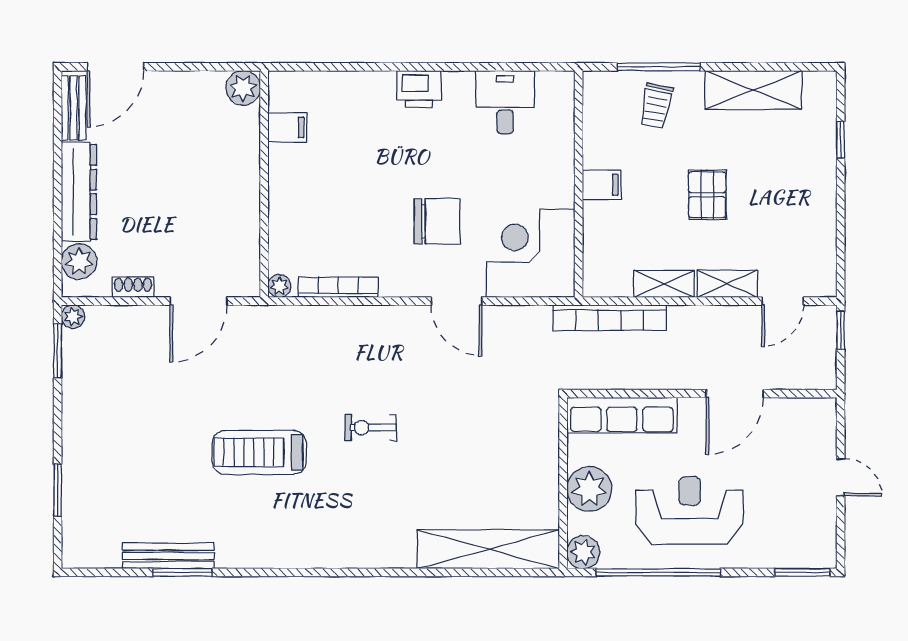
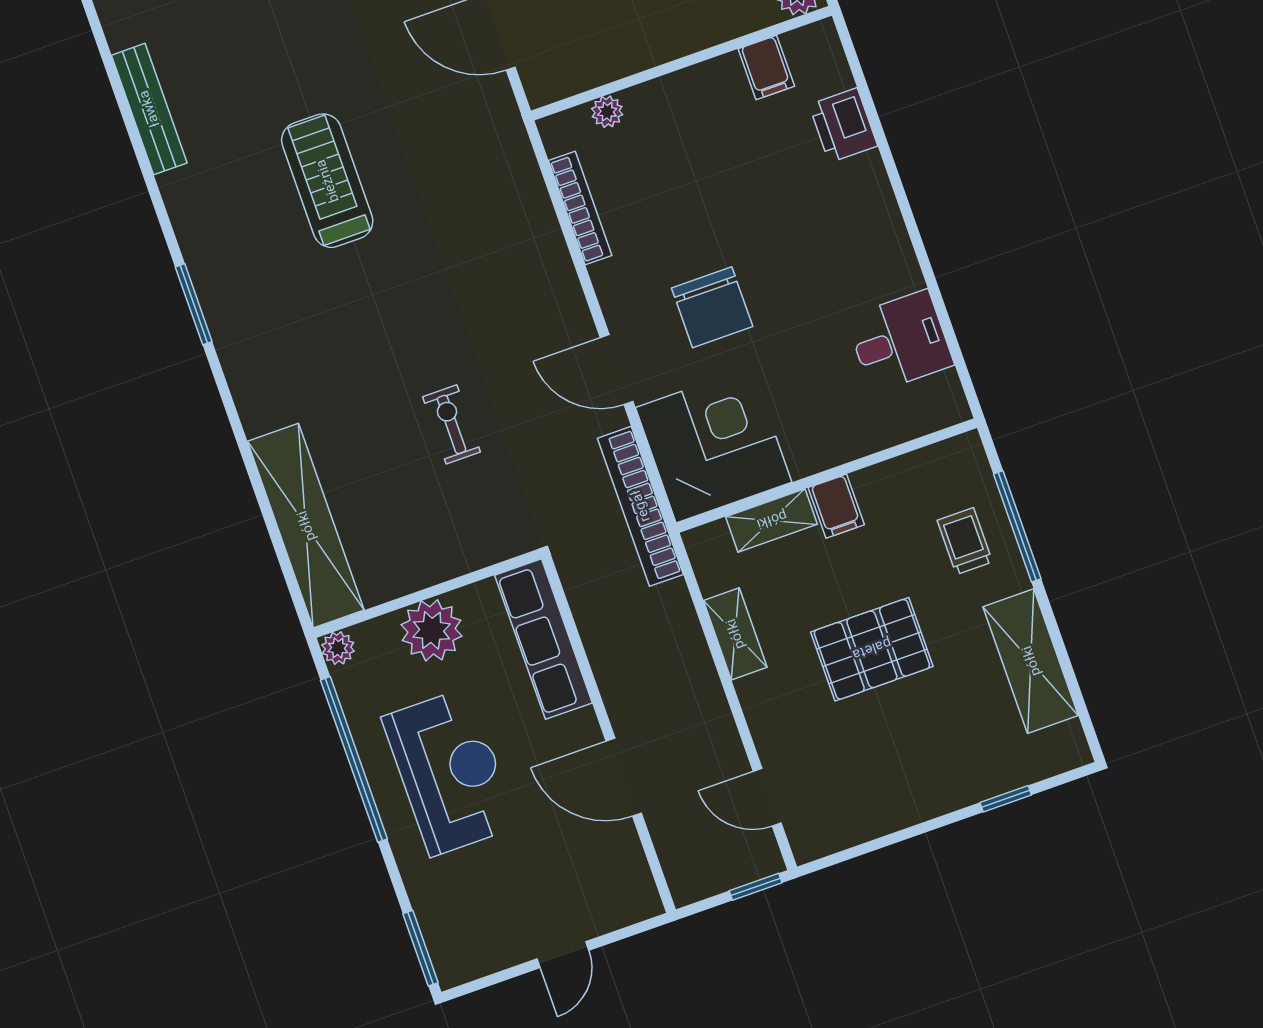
printer: (419, 89) -> (843, 125), moved
trolley: (656, 106) -> (965, 541), turned 79
pallet: (707, 195) -> (872, 649), width x1.50, depth x1.42
shelving: (727, 284) -> (772, 520), moved, turned 90
plant: (279, 286) -> (607, 112), moved
door: (457, 301) -> (617, 370), hinge flipped
bookcase: (610, 318) -> (640, 506), moved
exercise bike: (371, 428) -> (452, 424), moved
plant: (583, 552) -> (338, 648), width x0.73, depth x0.73
window: (182, 572) -> (194, 304), moved

